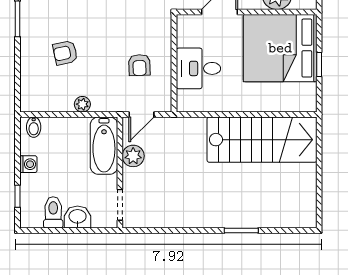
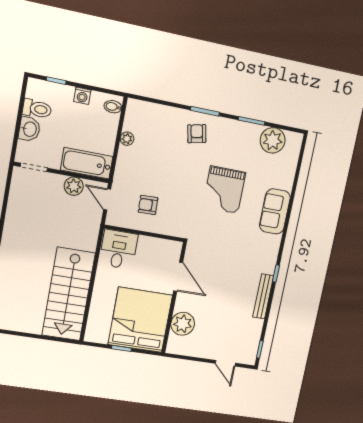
armchair: (65, 53) -> (197, 134), moved
desk: (198, 68) -> (118, 249), moved
plant: (82, 104) -> (127, 139), moved

